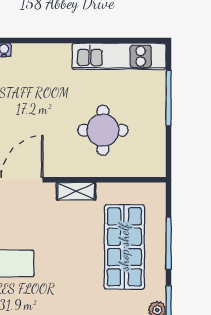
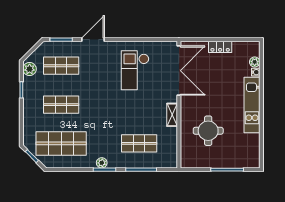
kitchen unit: (119, 56) -> (252, 105), moved
shop shelf: (124, 247) -> (139, 143), width x0.70, depth x0.74

